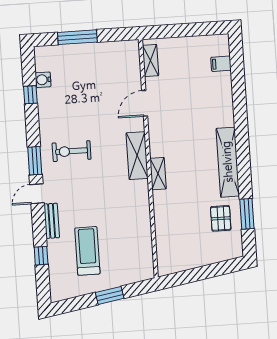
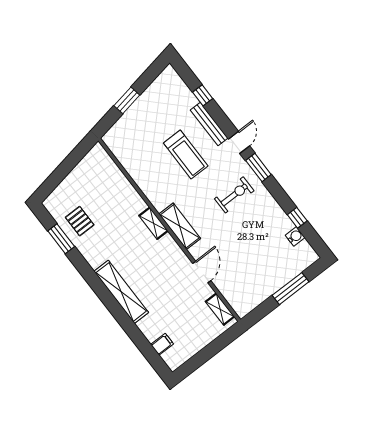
shelving: (228, 162) -> (121, 292), moved
bench: (52, 221) -> (209, 124), width x1.36
treadmill: (87, 251) -> (186, 154), moved

